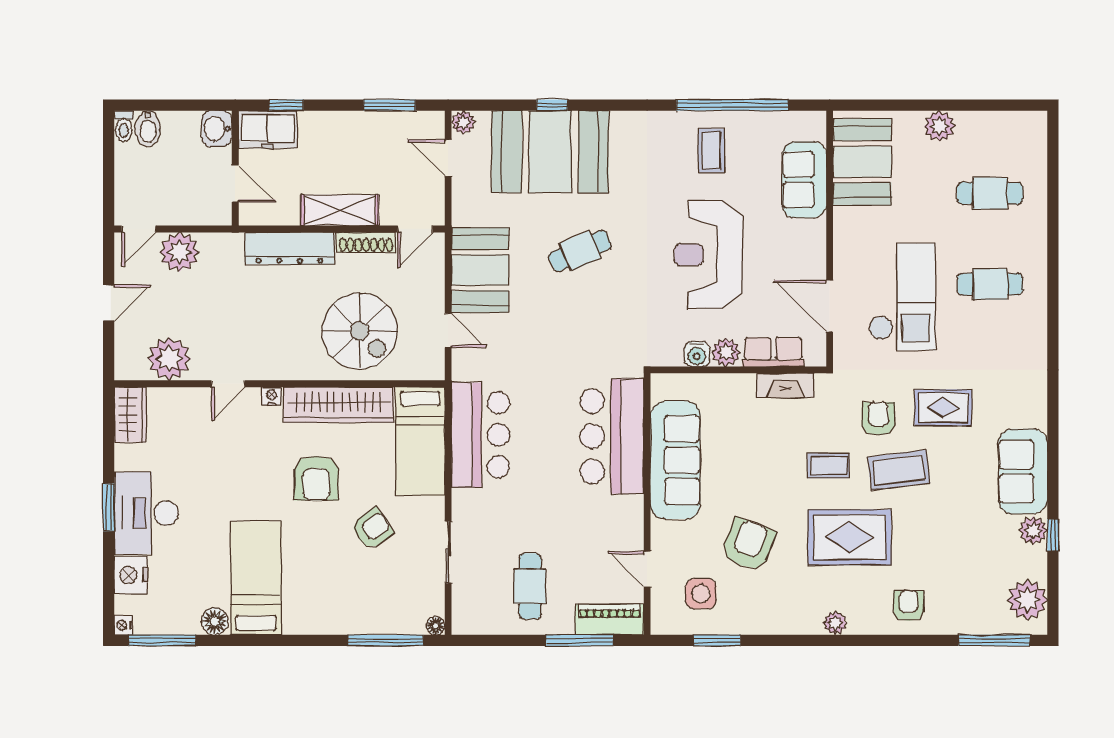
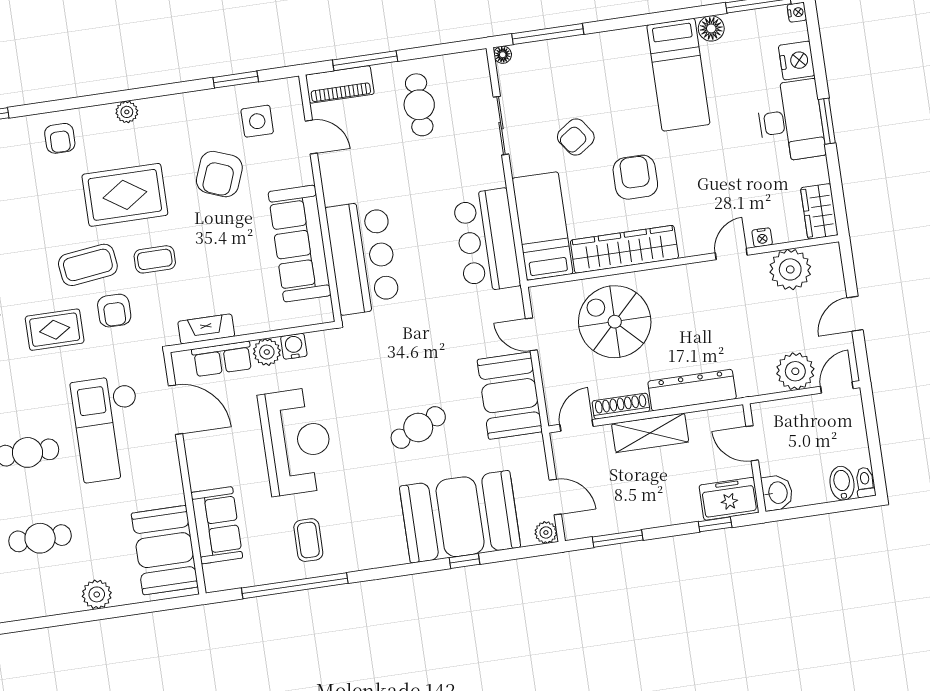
nightstand: (272, 396) -> (762, 237), moved

